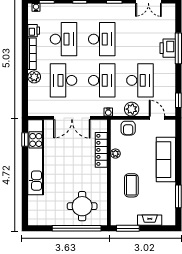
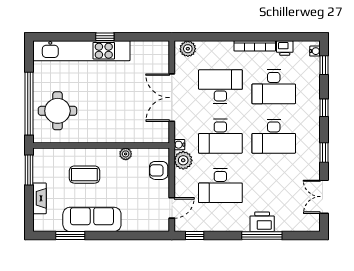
plant: (34, 77) -> (188, 49), moved
plant: (132, 109) -> (183, 160), moved
window: (25, 140) -> (105, 37), moved
locker: (101, 150) -> (130, 136), removed
kitchen unit: (36, 157) -> (81, 51), moved
sofa: (166, 160) -> (92, 219), moved

